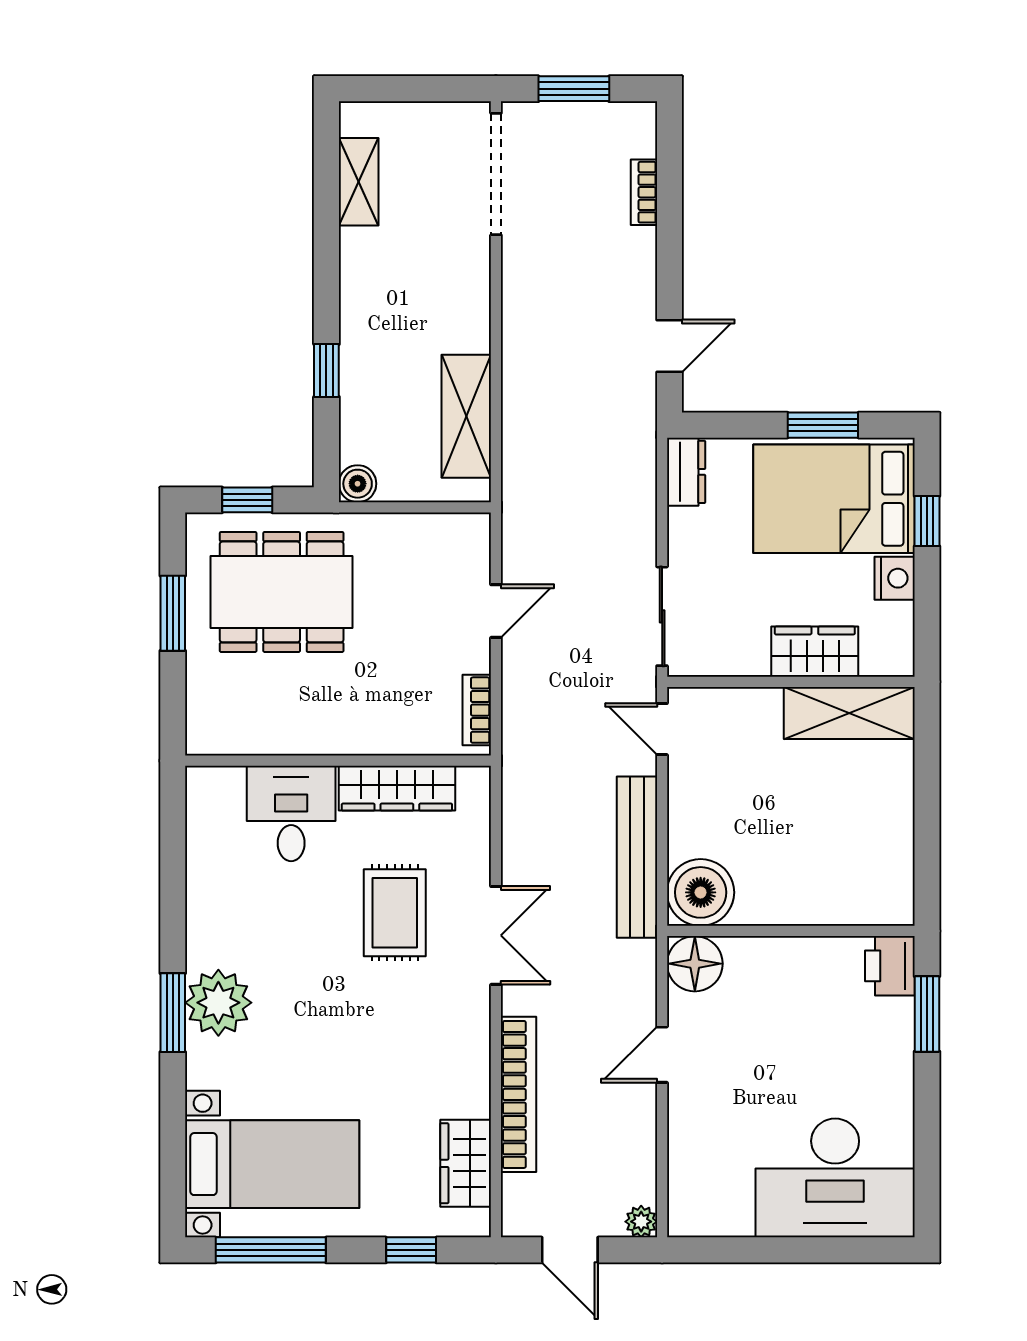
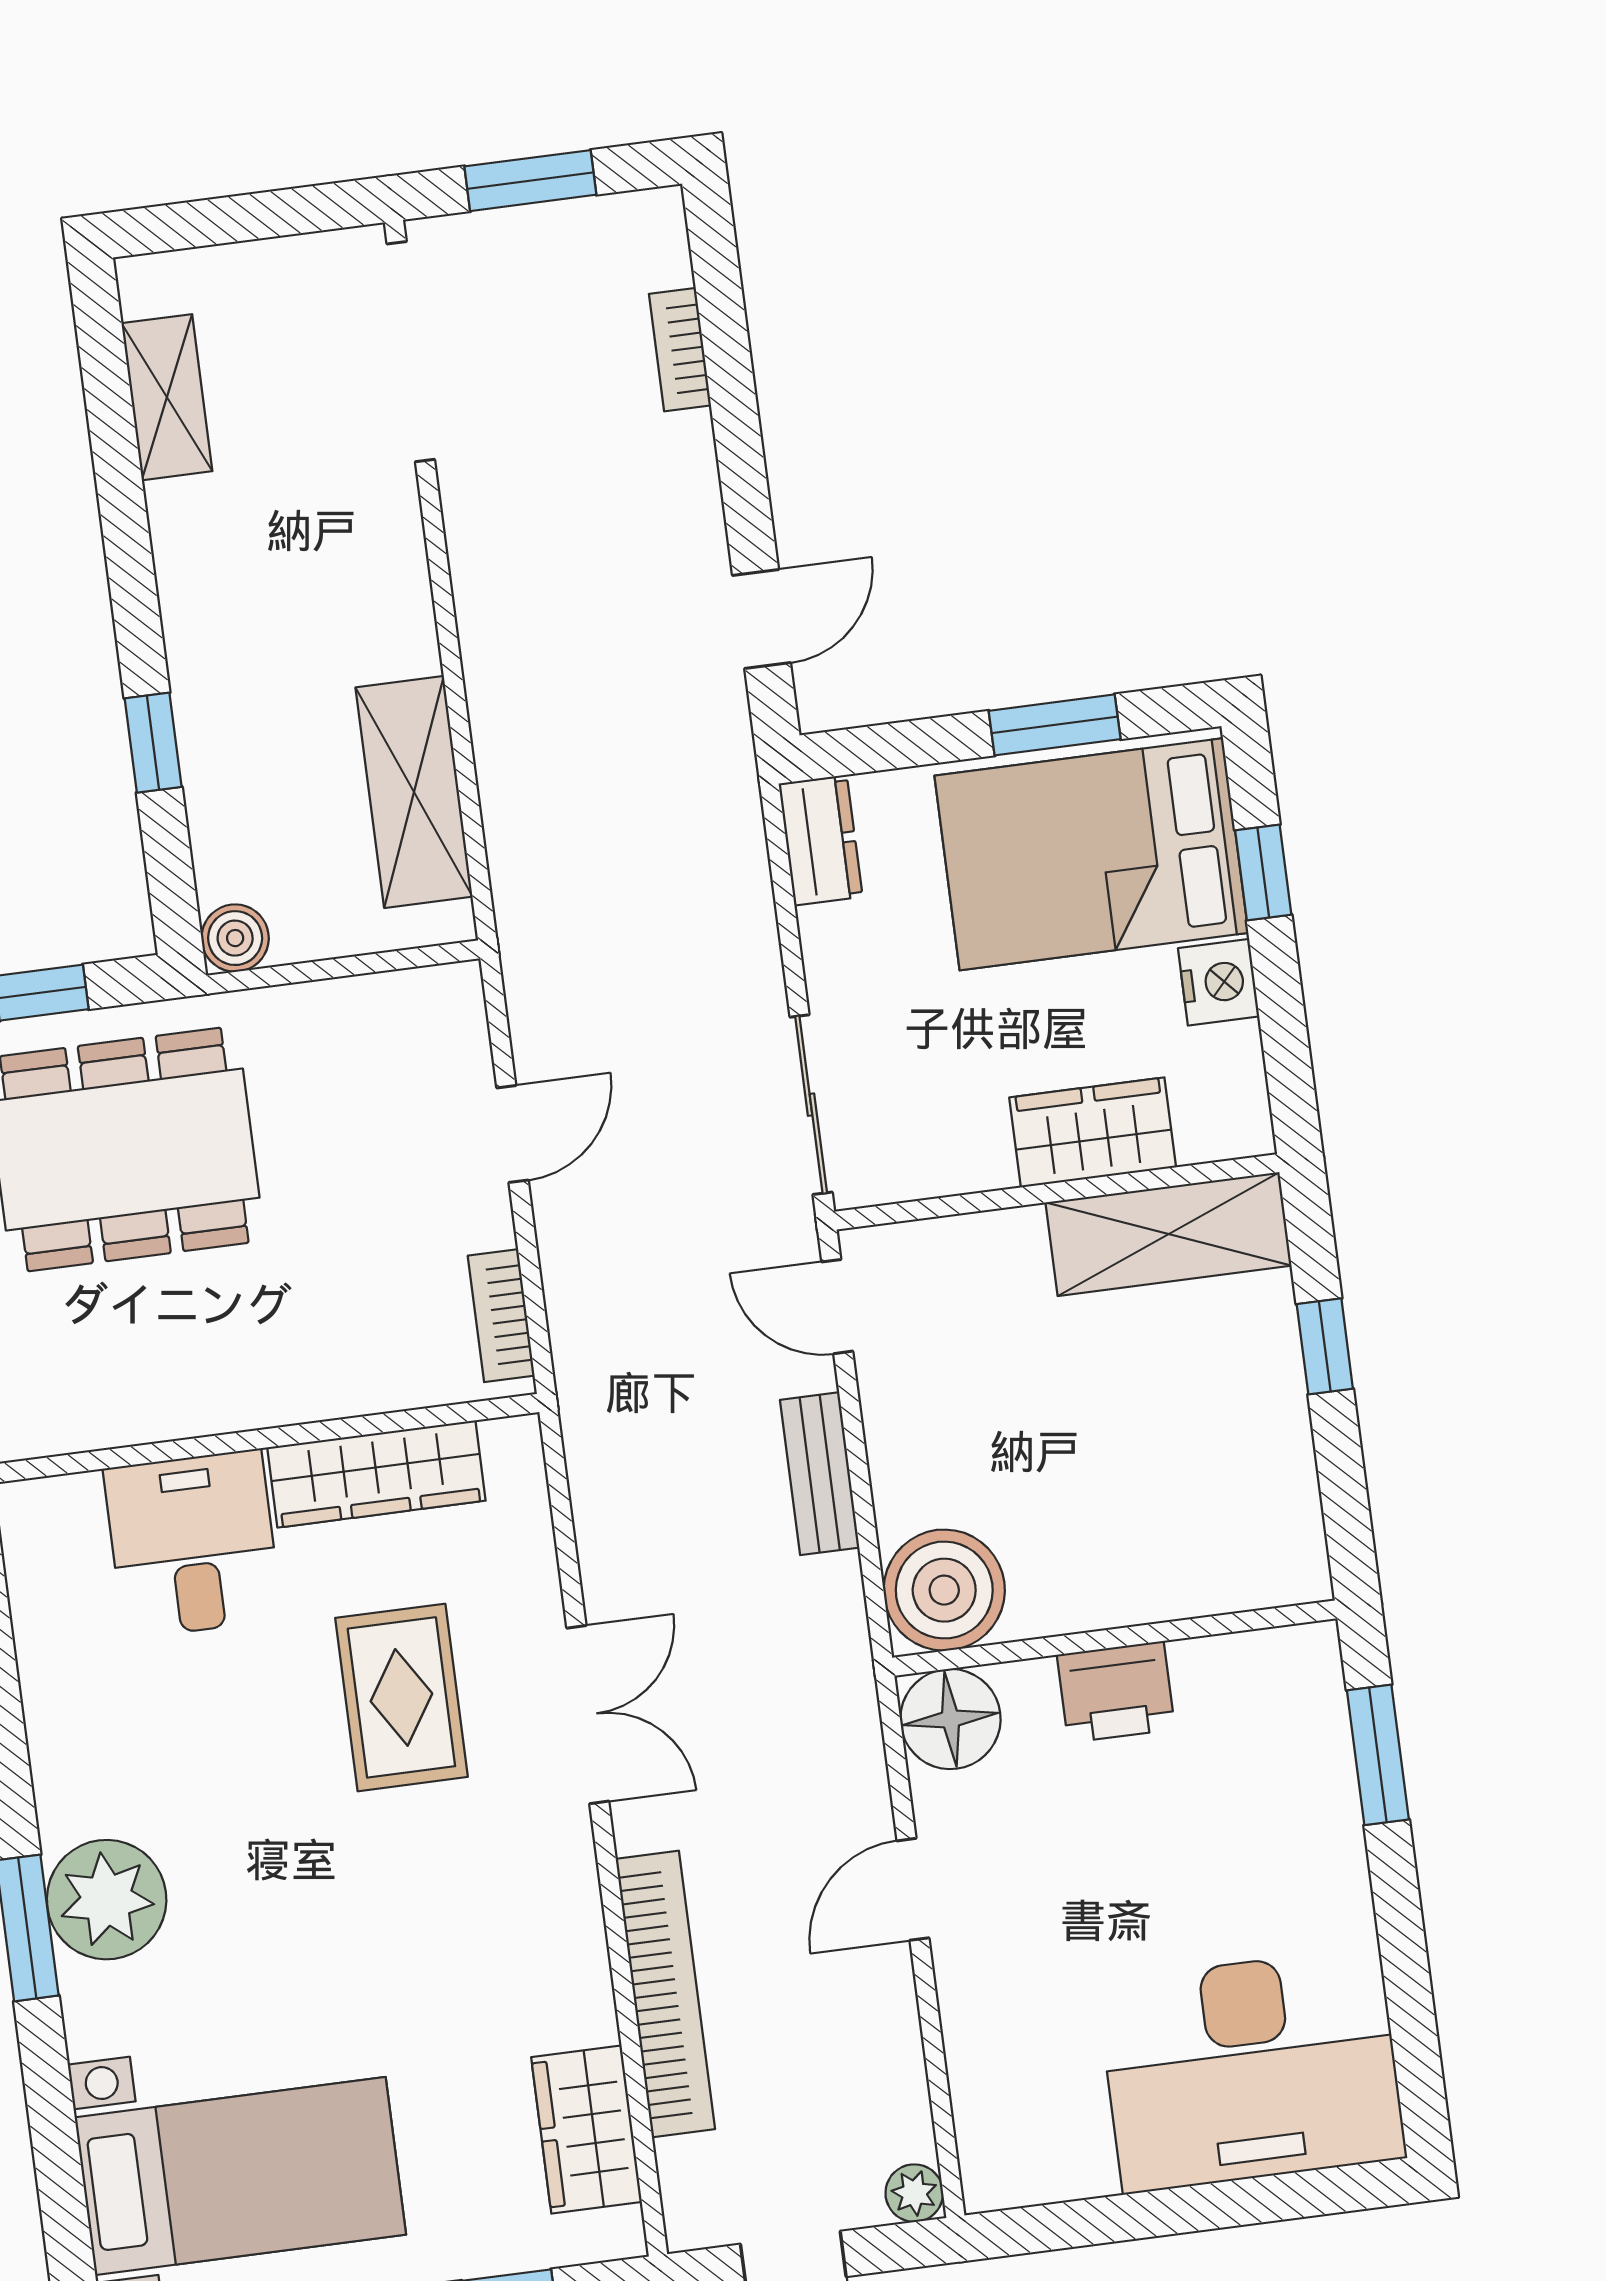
window: (927, 786) -> (1325, 1346), added
bench: (637, 857) -> (820, 1474), width x0.54, depth x0.82
printer: (890, 966) -> (1116, 1692), moved, turned -90

